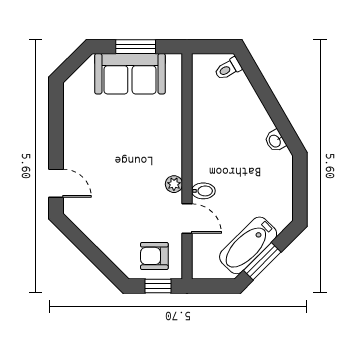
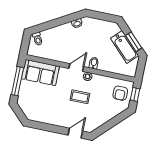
window: (136, 47) -> (18, 81), width x1.44
sofa: (130, 74) -> (40, 73), moved, turned 90
coffee table: (130, 177) -> (80, 97), added
door: (187, 219) -> (76, 68), moved

